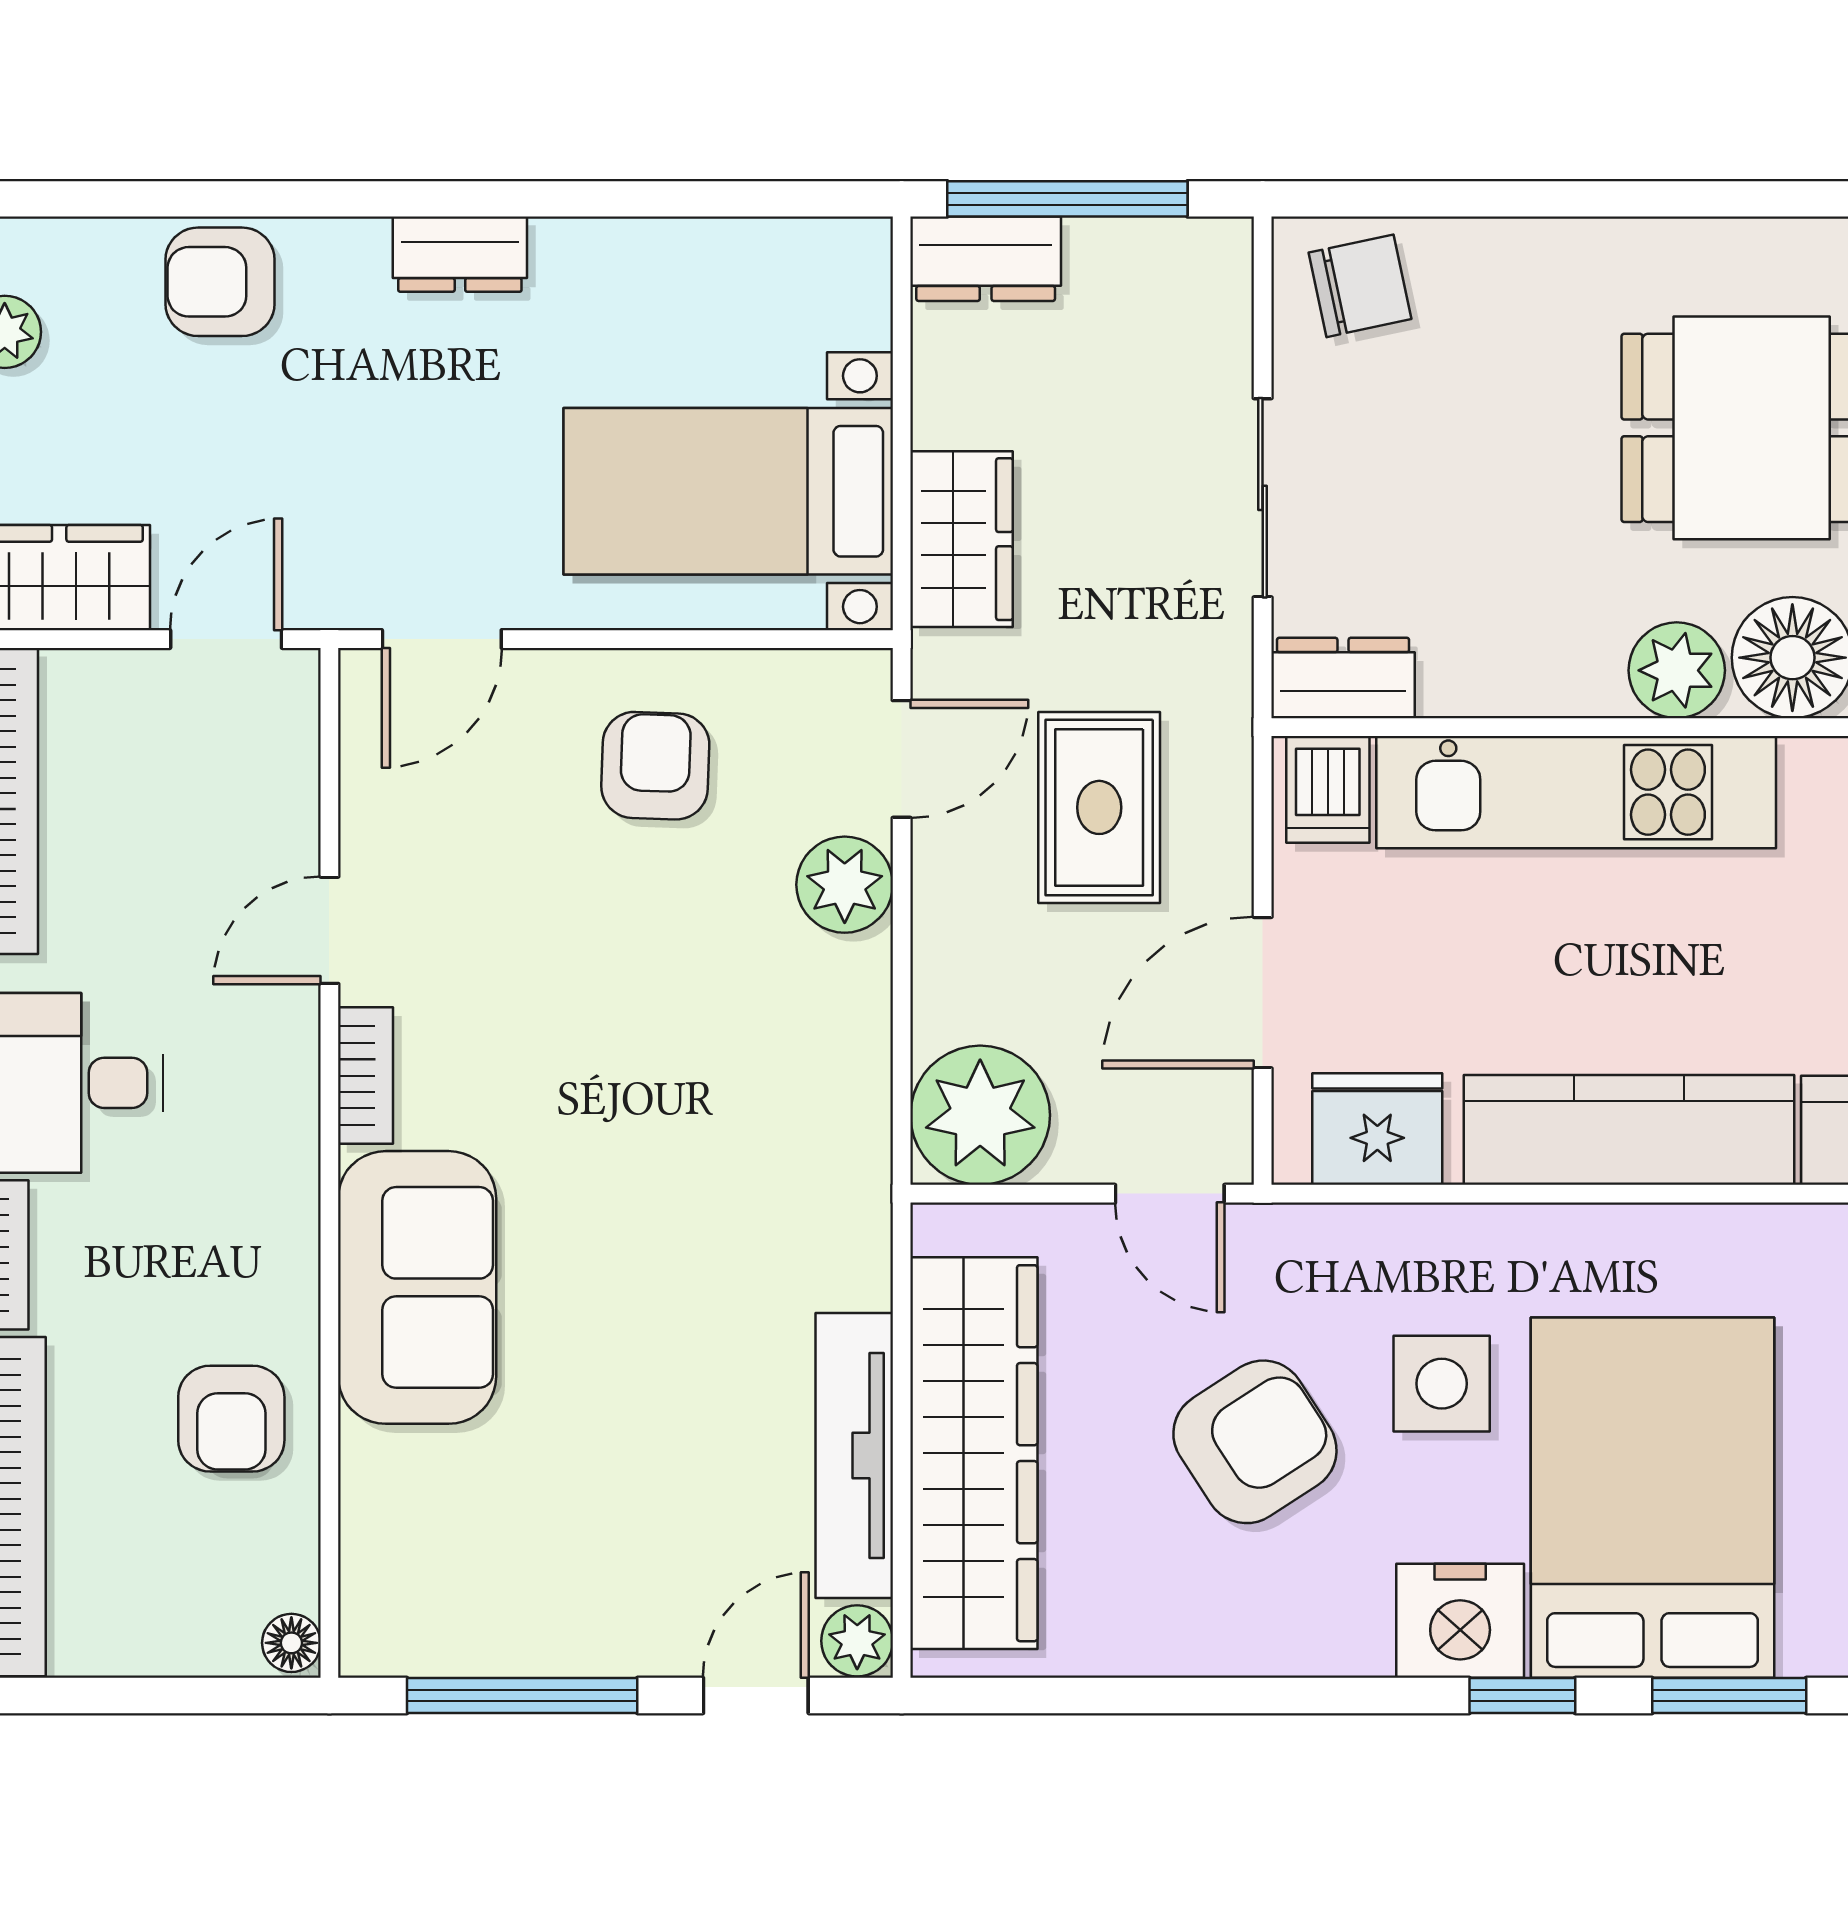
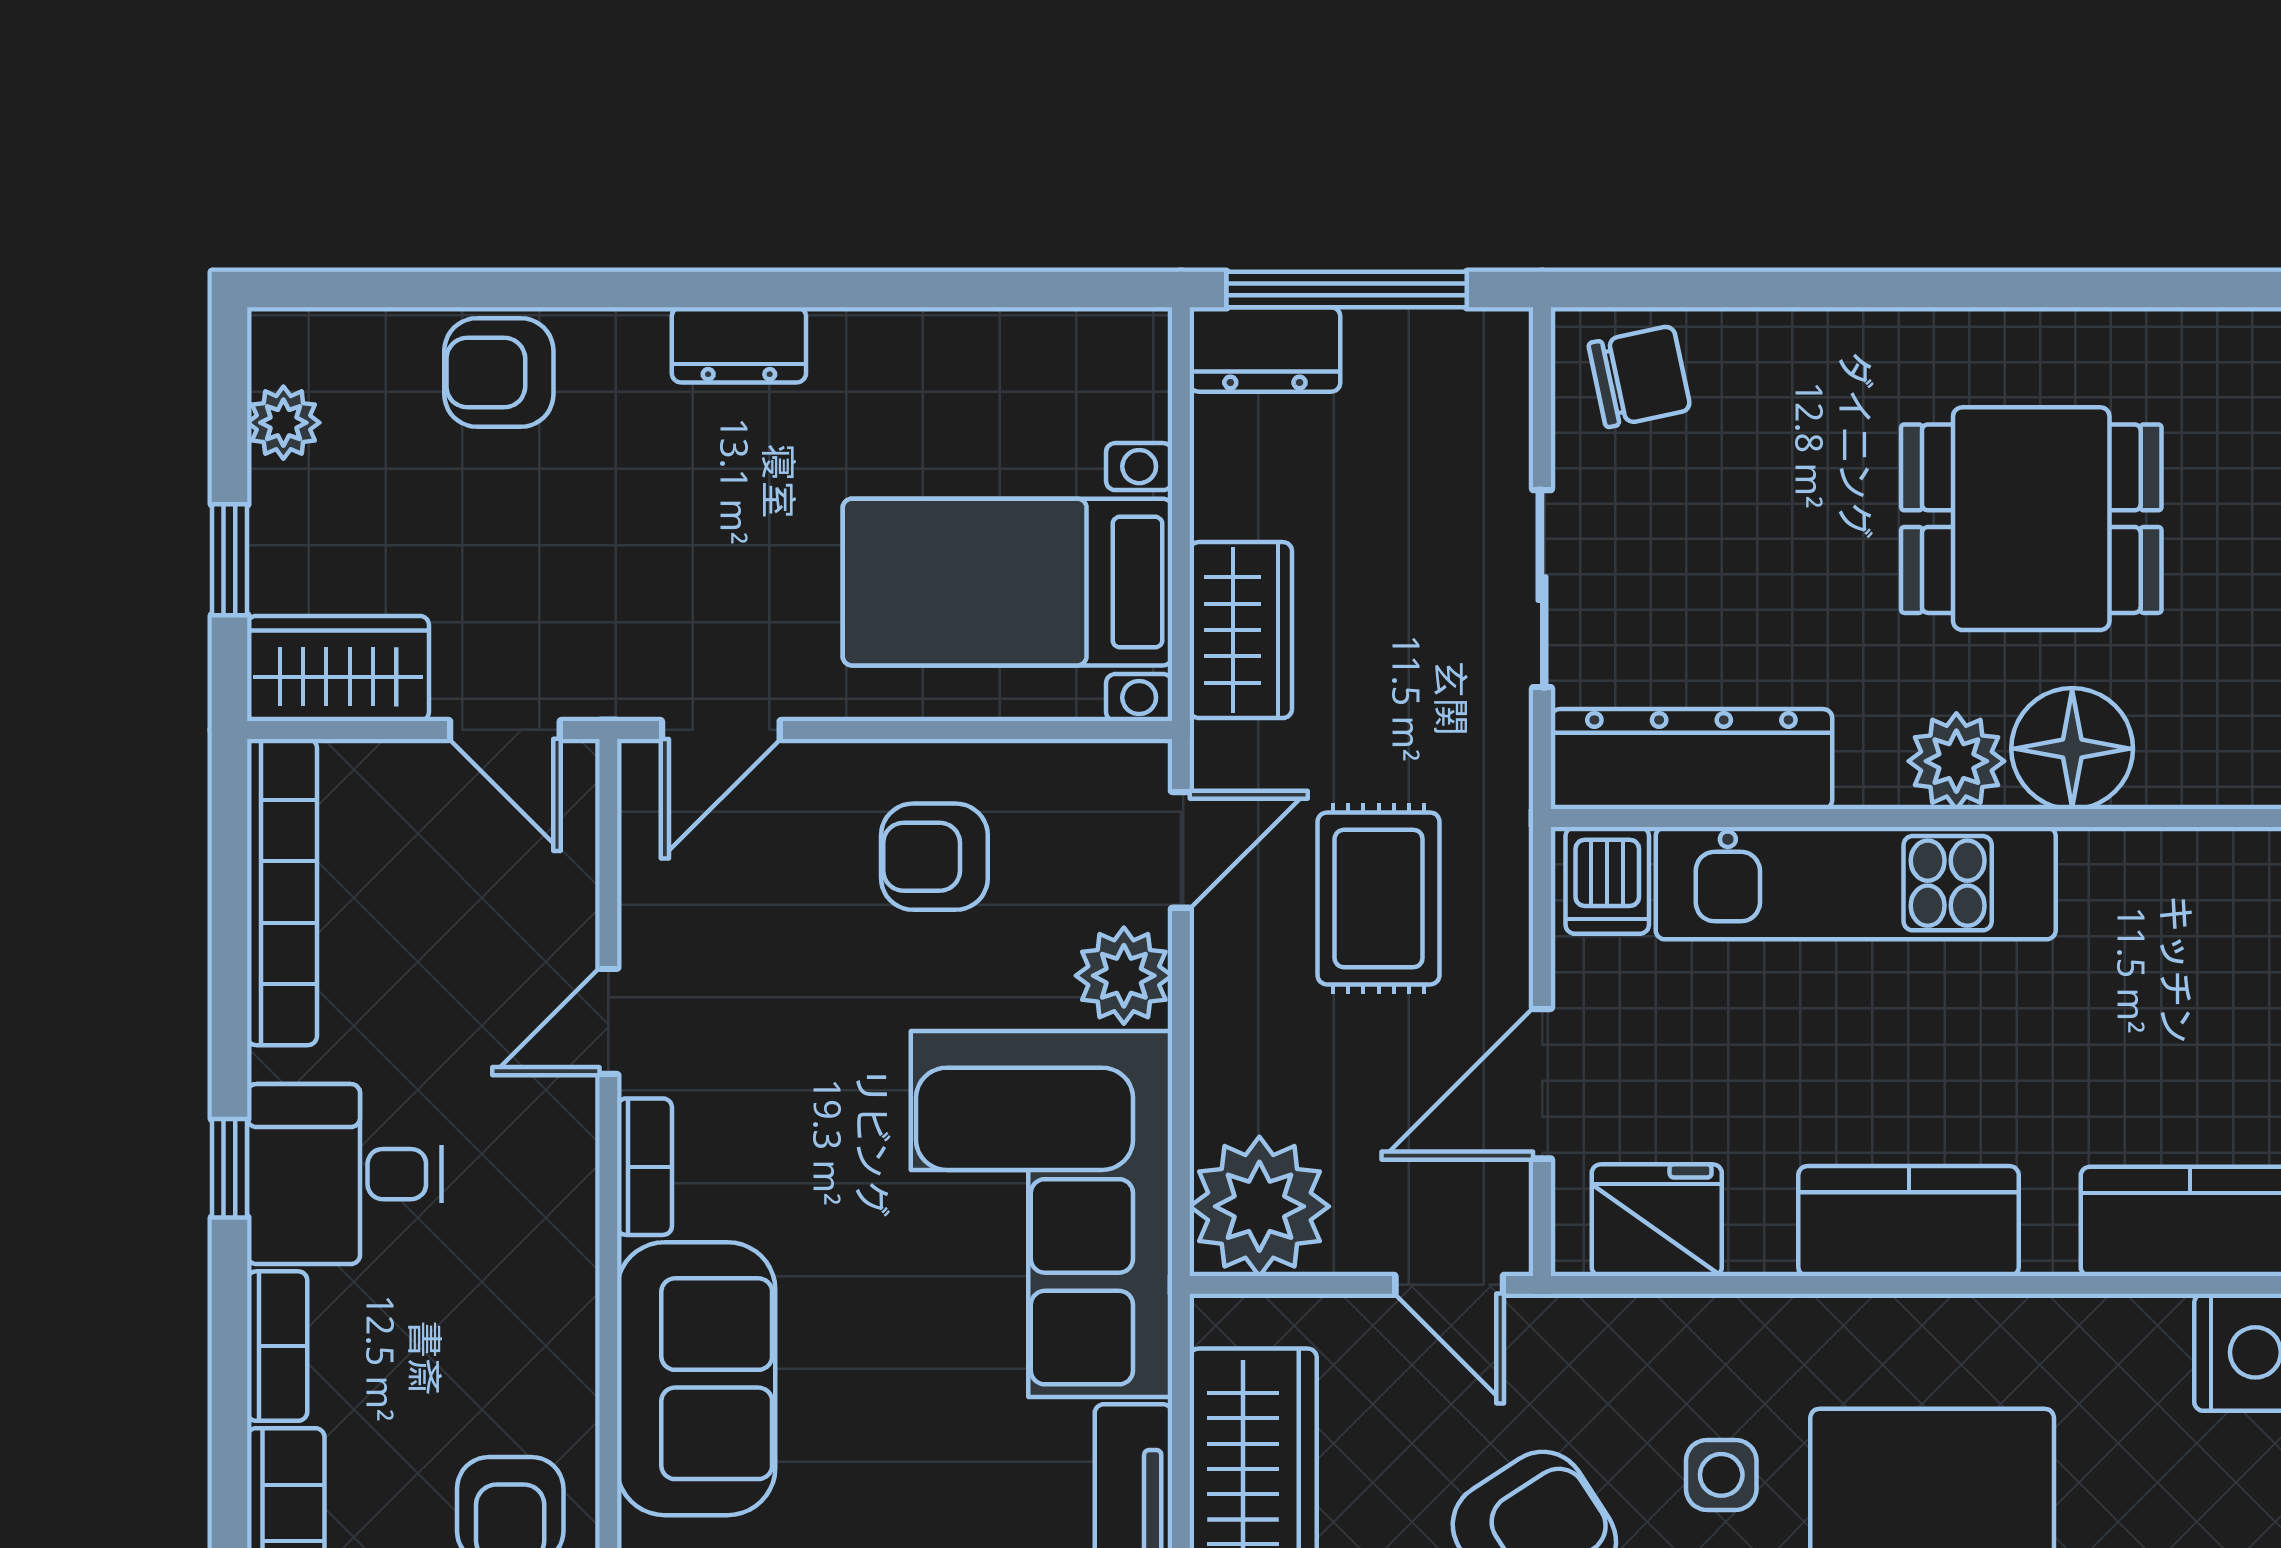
door: (226, 639) -> (505, 730), swing flipped
dresser: (1343, 678) -> (1691, 759), width x1.96, depth x1.24
armchair: (655, 766) -> (934, 857), turned -92
corner sofa: (762, 1123) -> (1041, 1214), added
kitchen counter: (1629, 1130) -> (1909, 1221), width x0.67
side table: (1442, 1384) -> (1721, 1475), width x0.73, depth x0.73

